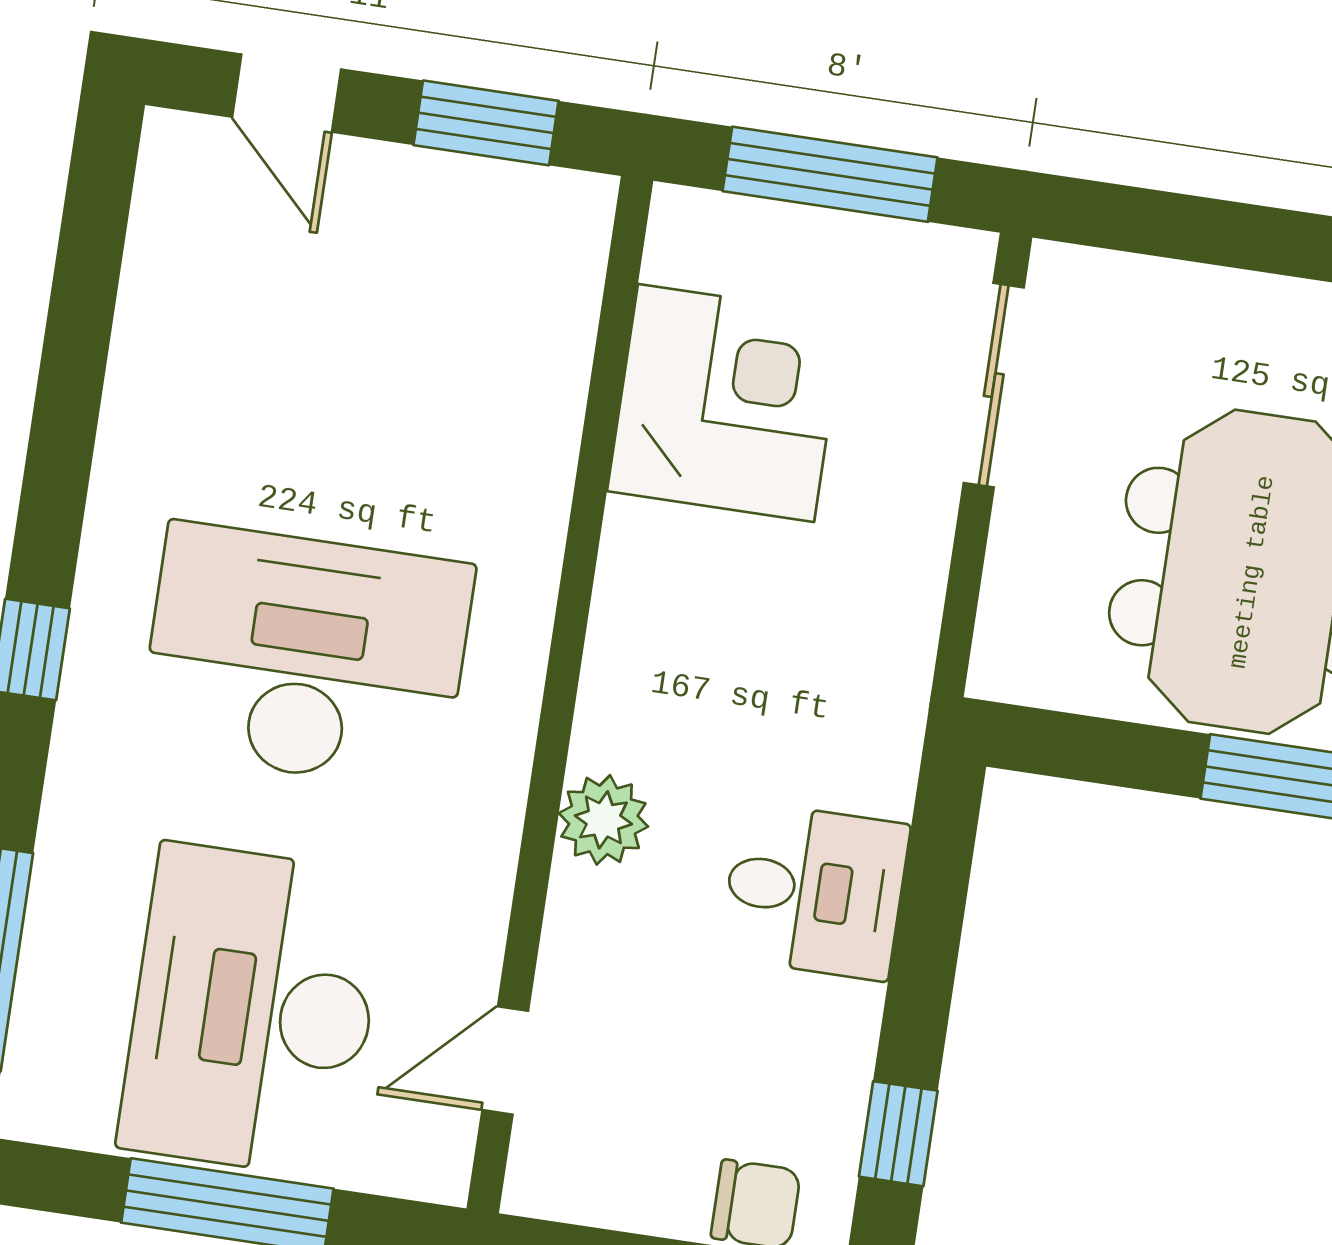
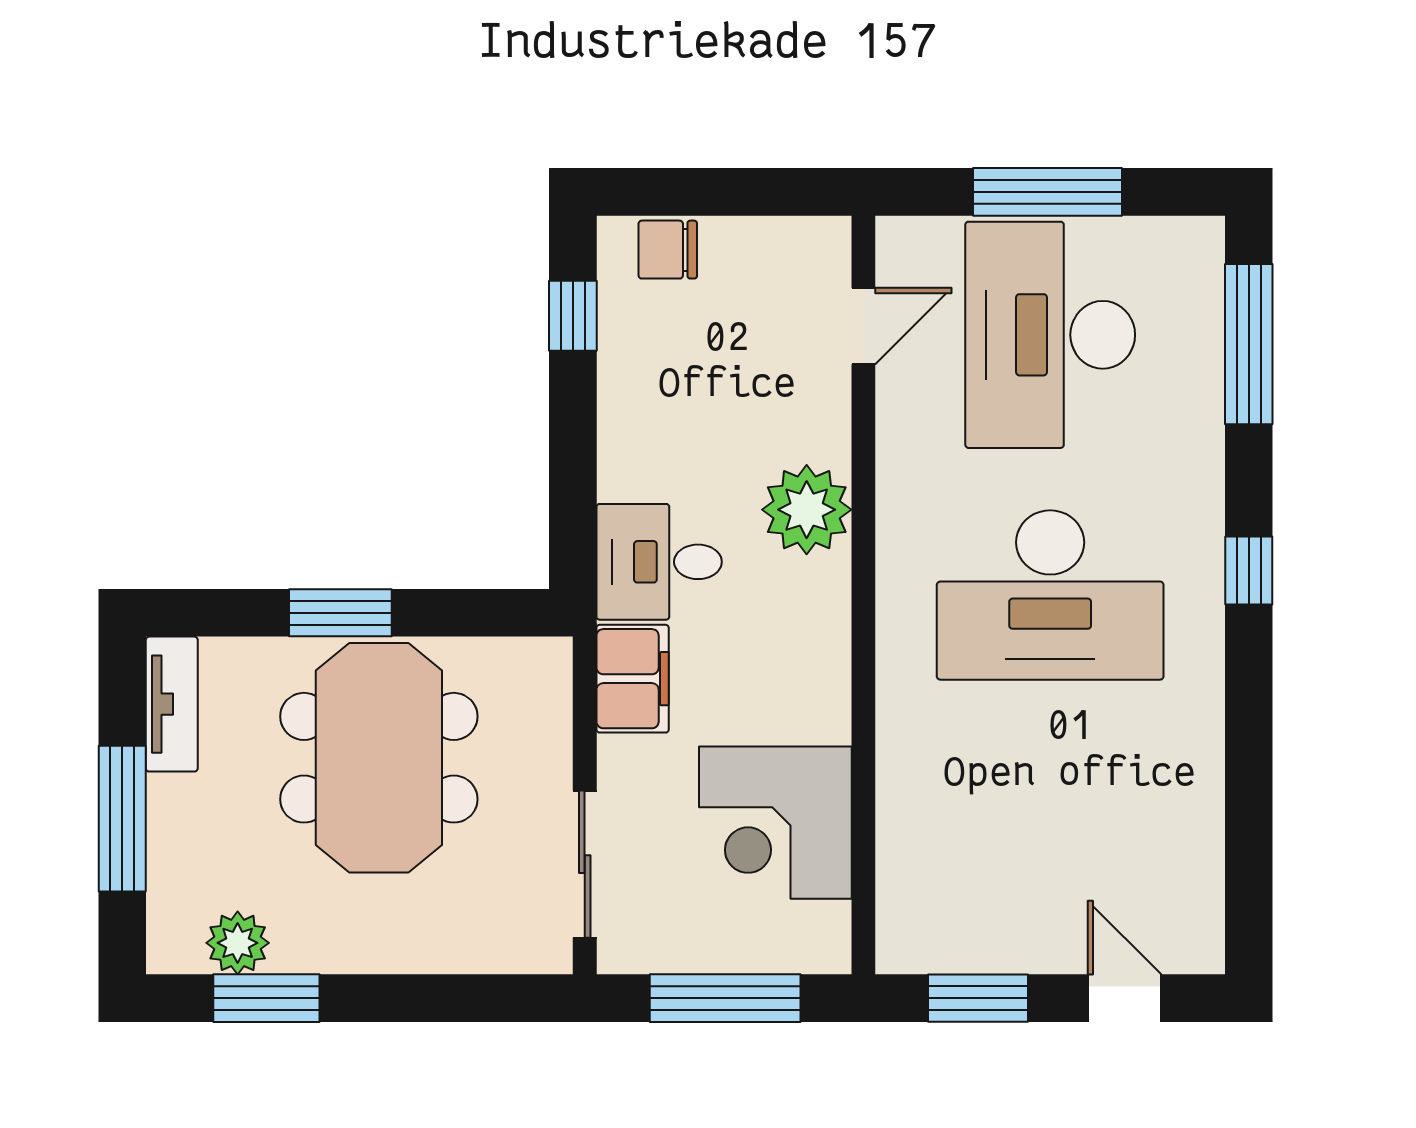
filing cabinet: (891, 628) -> (633, 679), added
plant: (603, 820) -> (807, 510), width x1.36, depth x1.36
desk: (815, 891) -> (659, 562), moved
desk: (253, 1011) -> (1050, 335), turned 180

